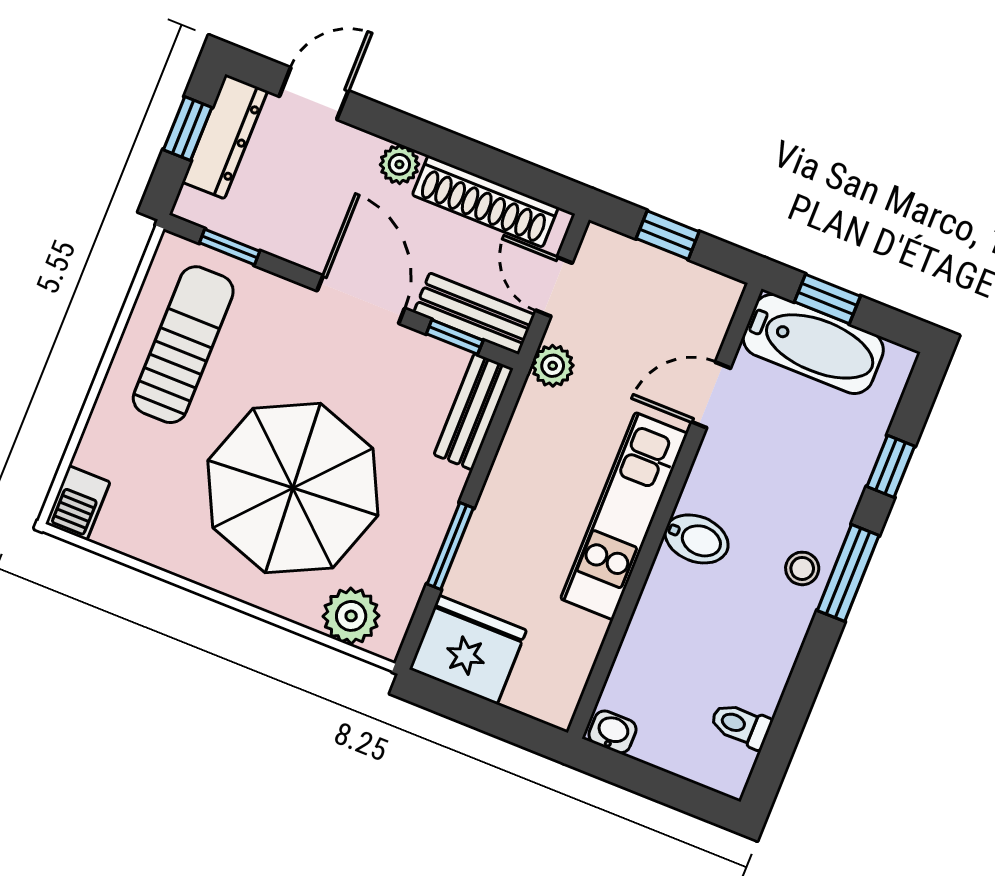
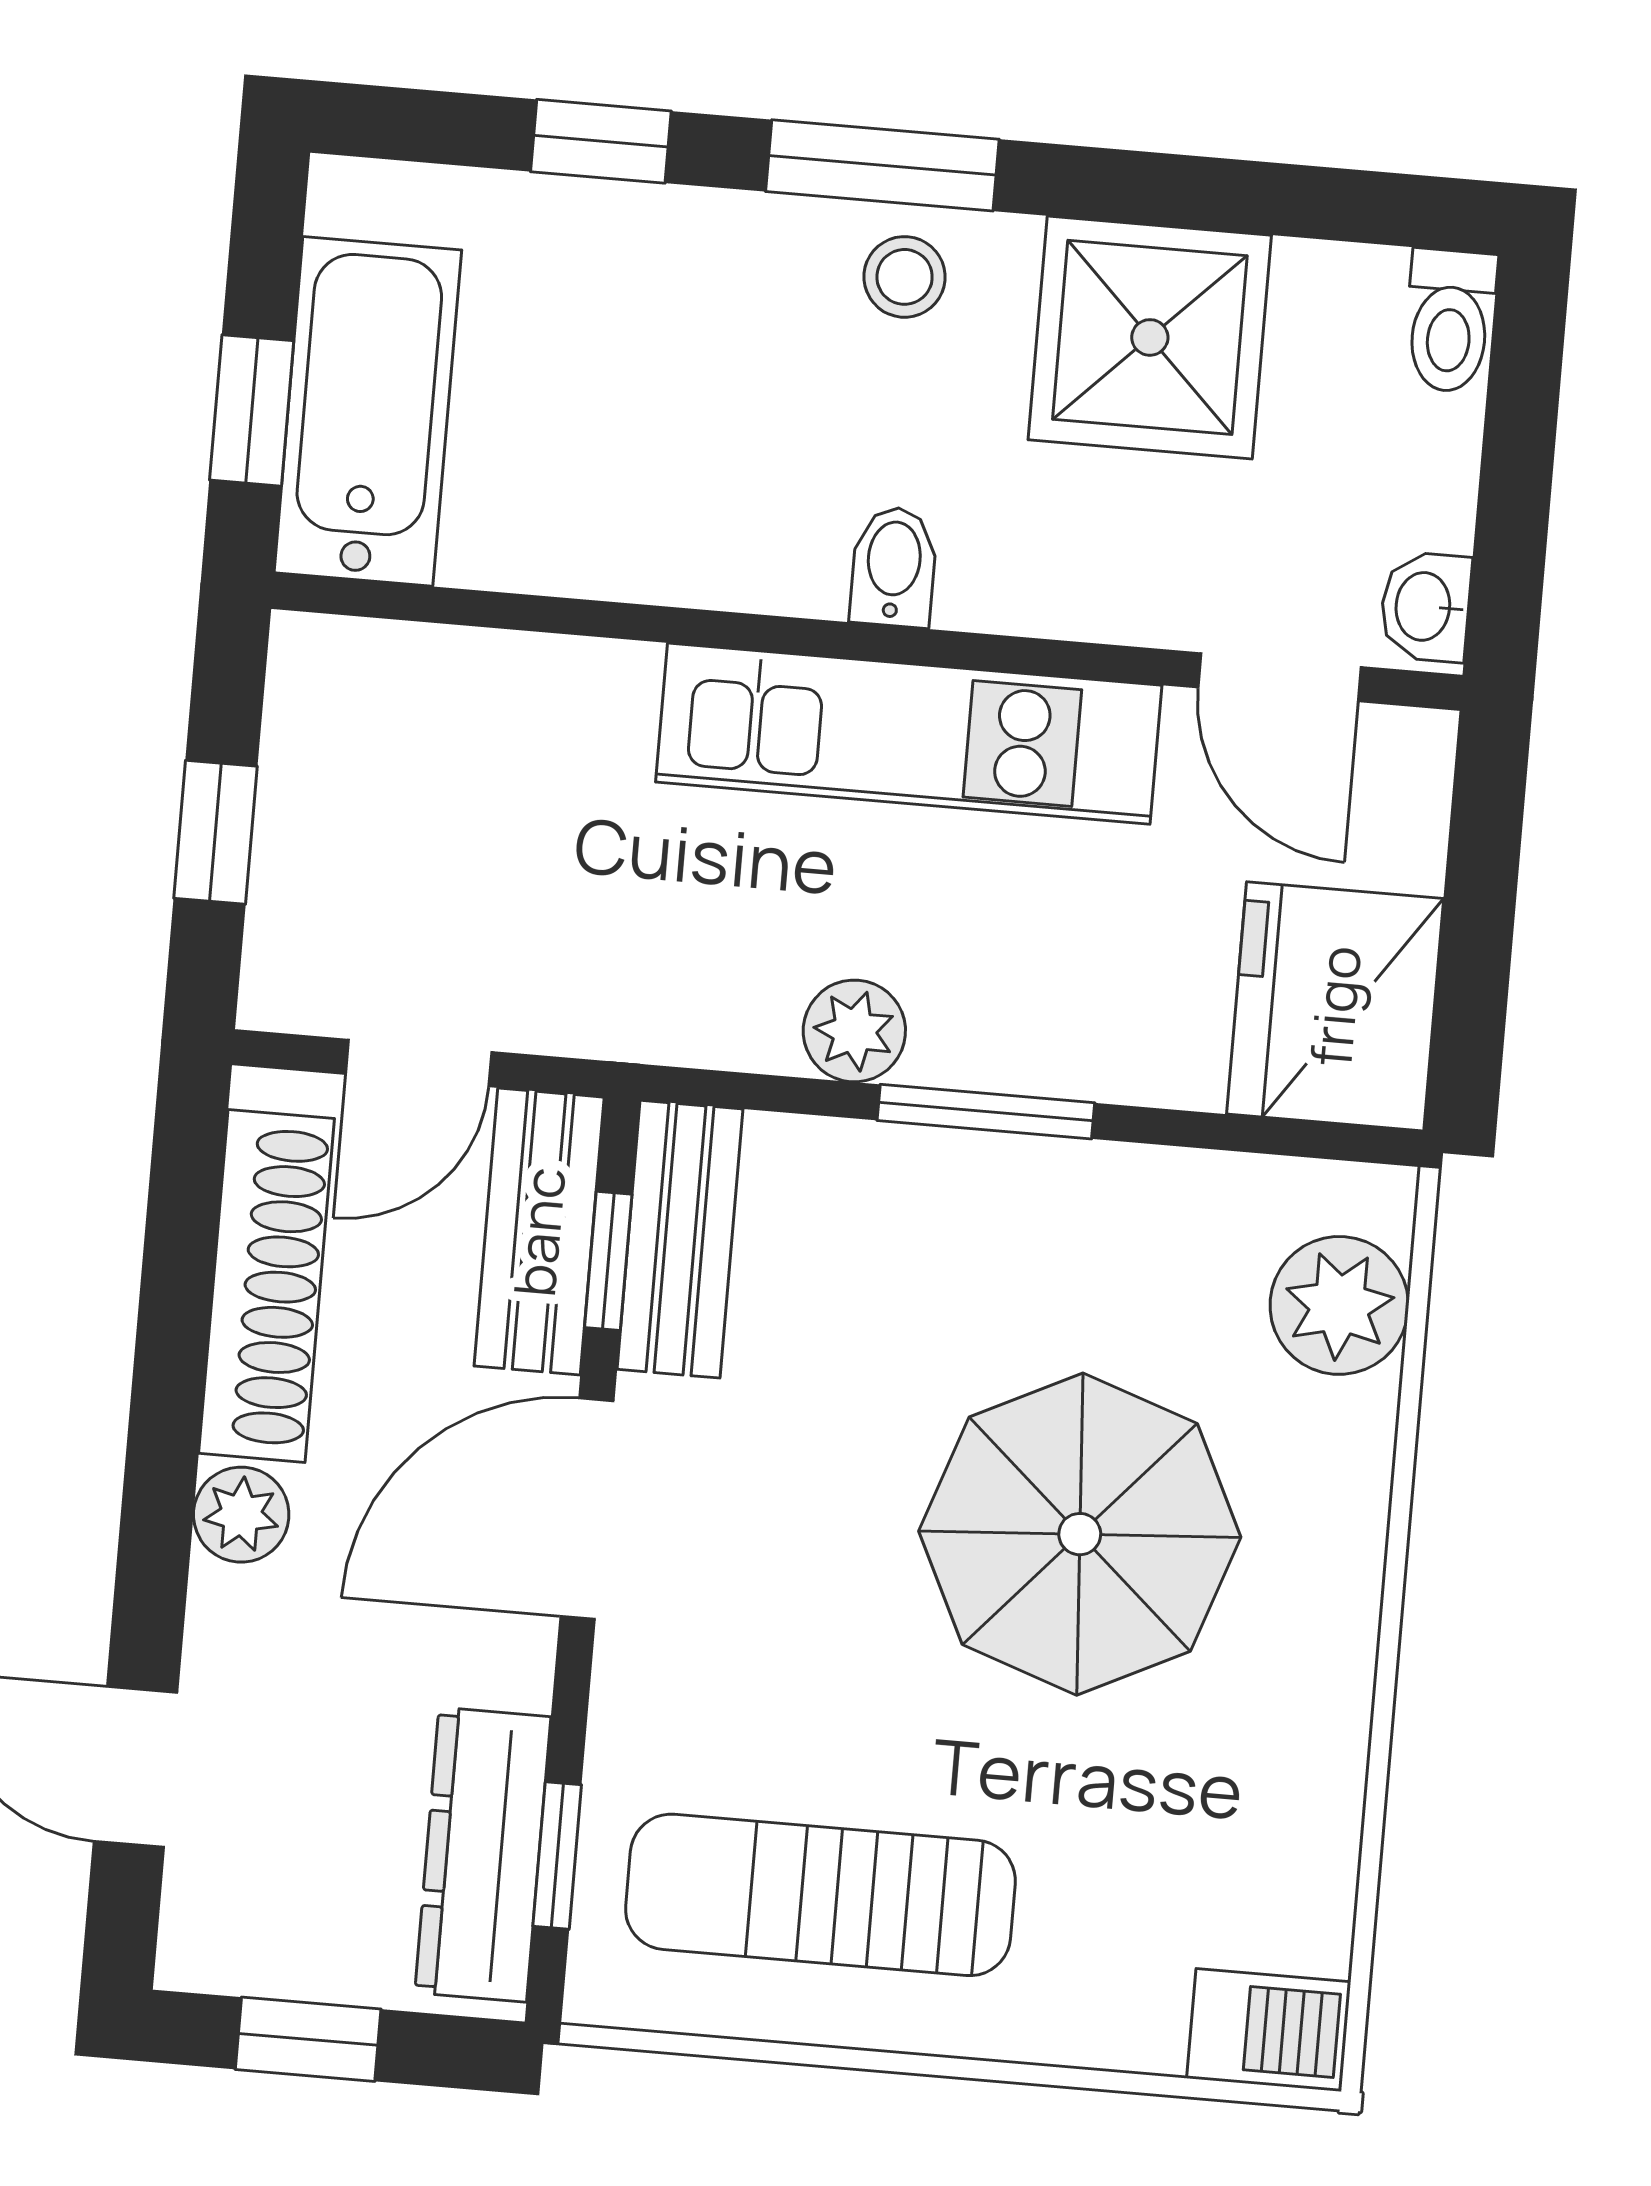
dresser: (225, 137) -> (483, 1855), moved, turned -90
plant: (553, 366) -> (854, 1031), moved
door: (711, 395) -> (1280, 677), moved
bench: (474, 412) -> (680, 1239), moved, turned 90
parasol: (293, 488) -> (1080, 1534), width x0.73, depth x0.73
bidet: (697, 539) -> (894, 567), width x0.72, depth x0.74
window: (450, 546) -> (986, 1112), moved
shower: (750, 657) -> (1150, 337), added
toilet: (741, 725) -> (1450, 321), moved

